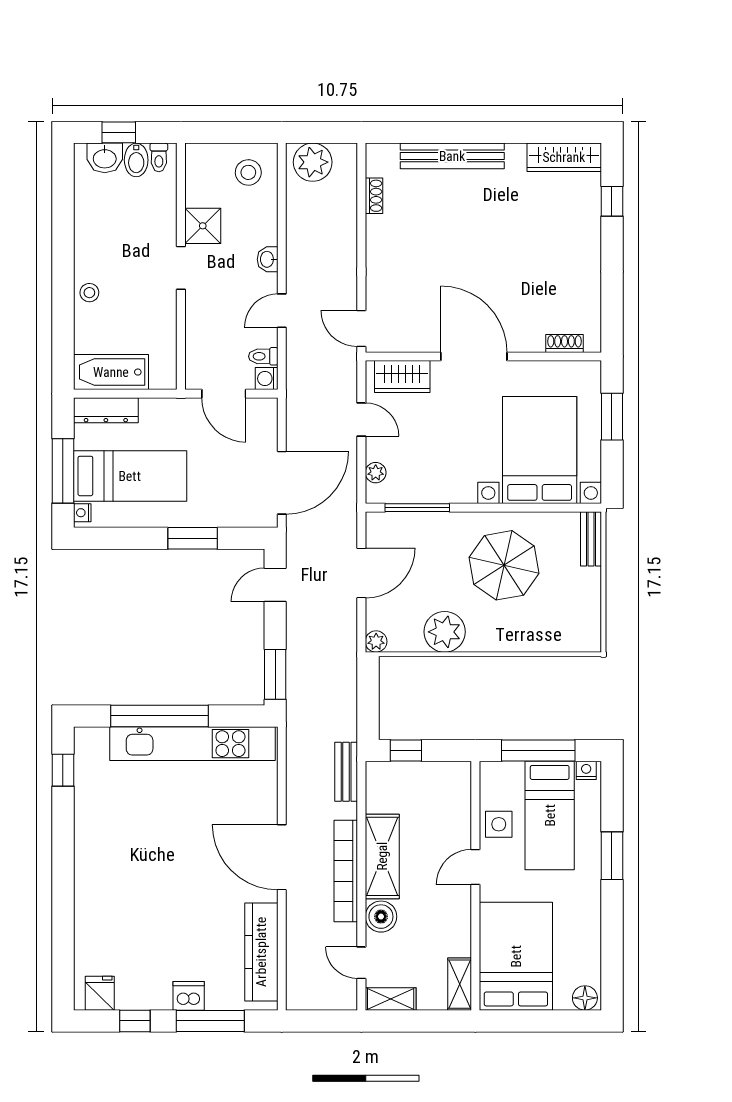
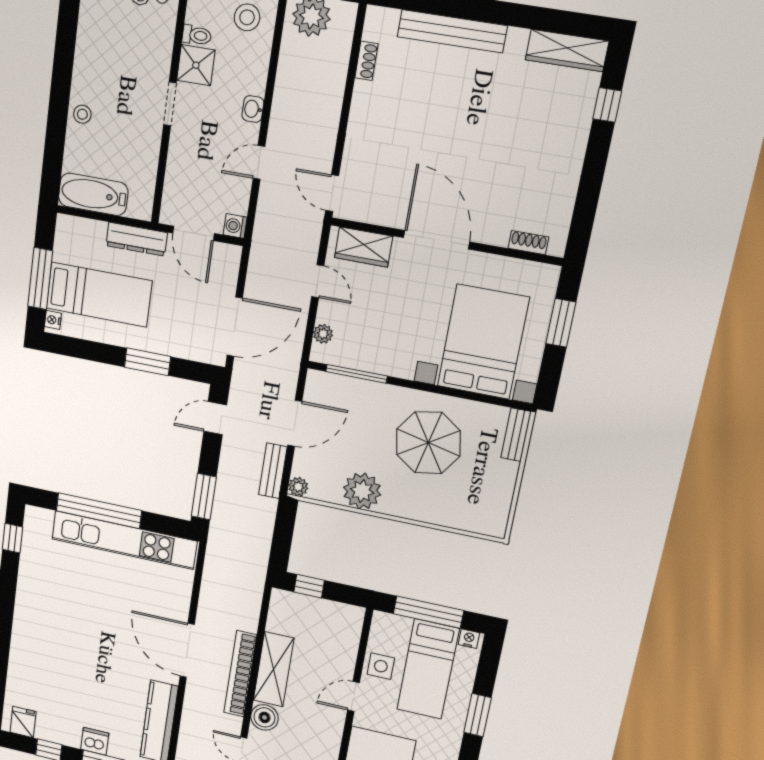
toilet: (263, 356) -> (197, 35), moved, turned 180
dresser: (106, 410) -> (137, 239), moved
bench: (346, 772) -> (273, 471), moved

